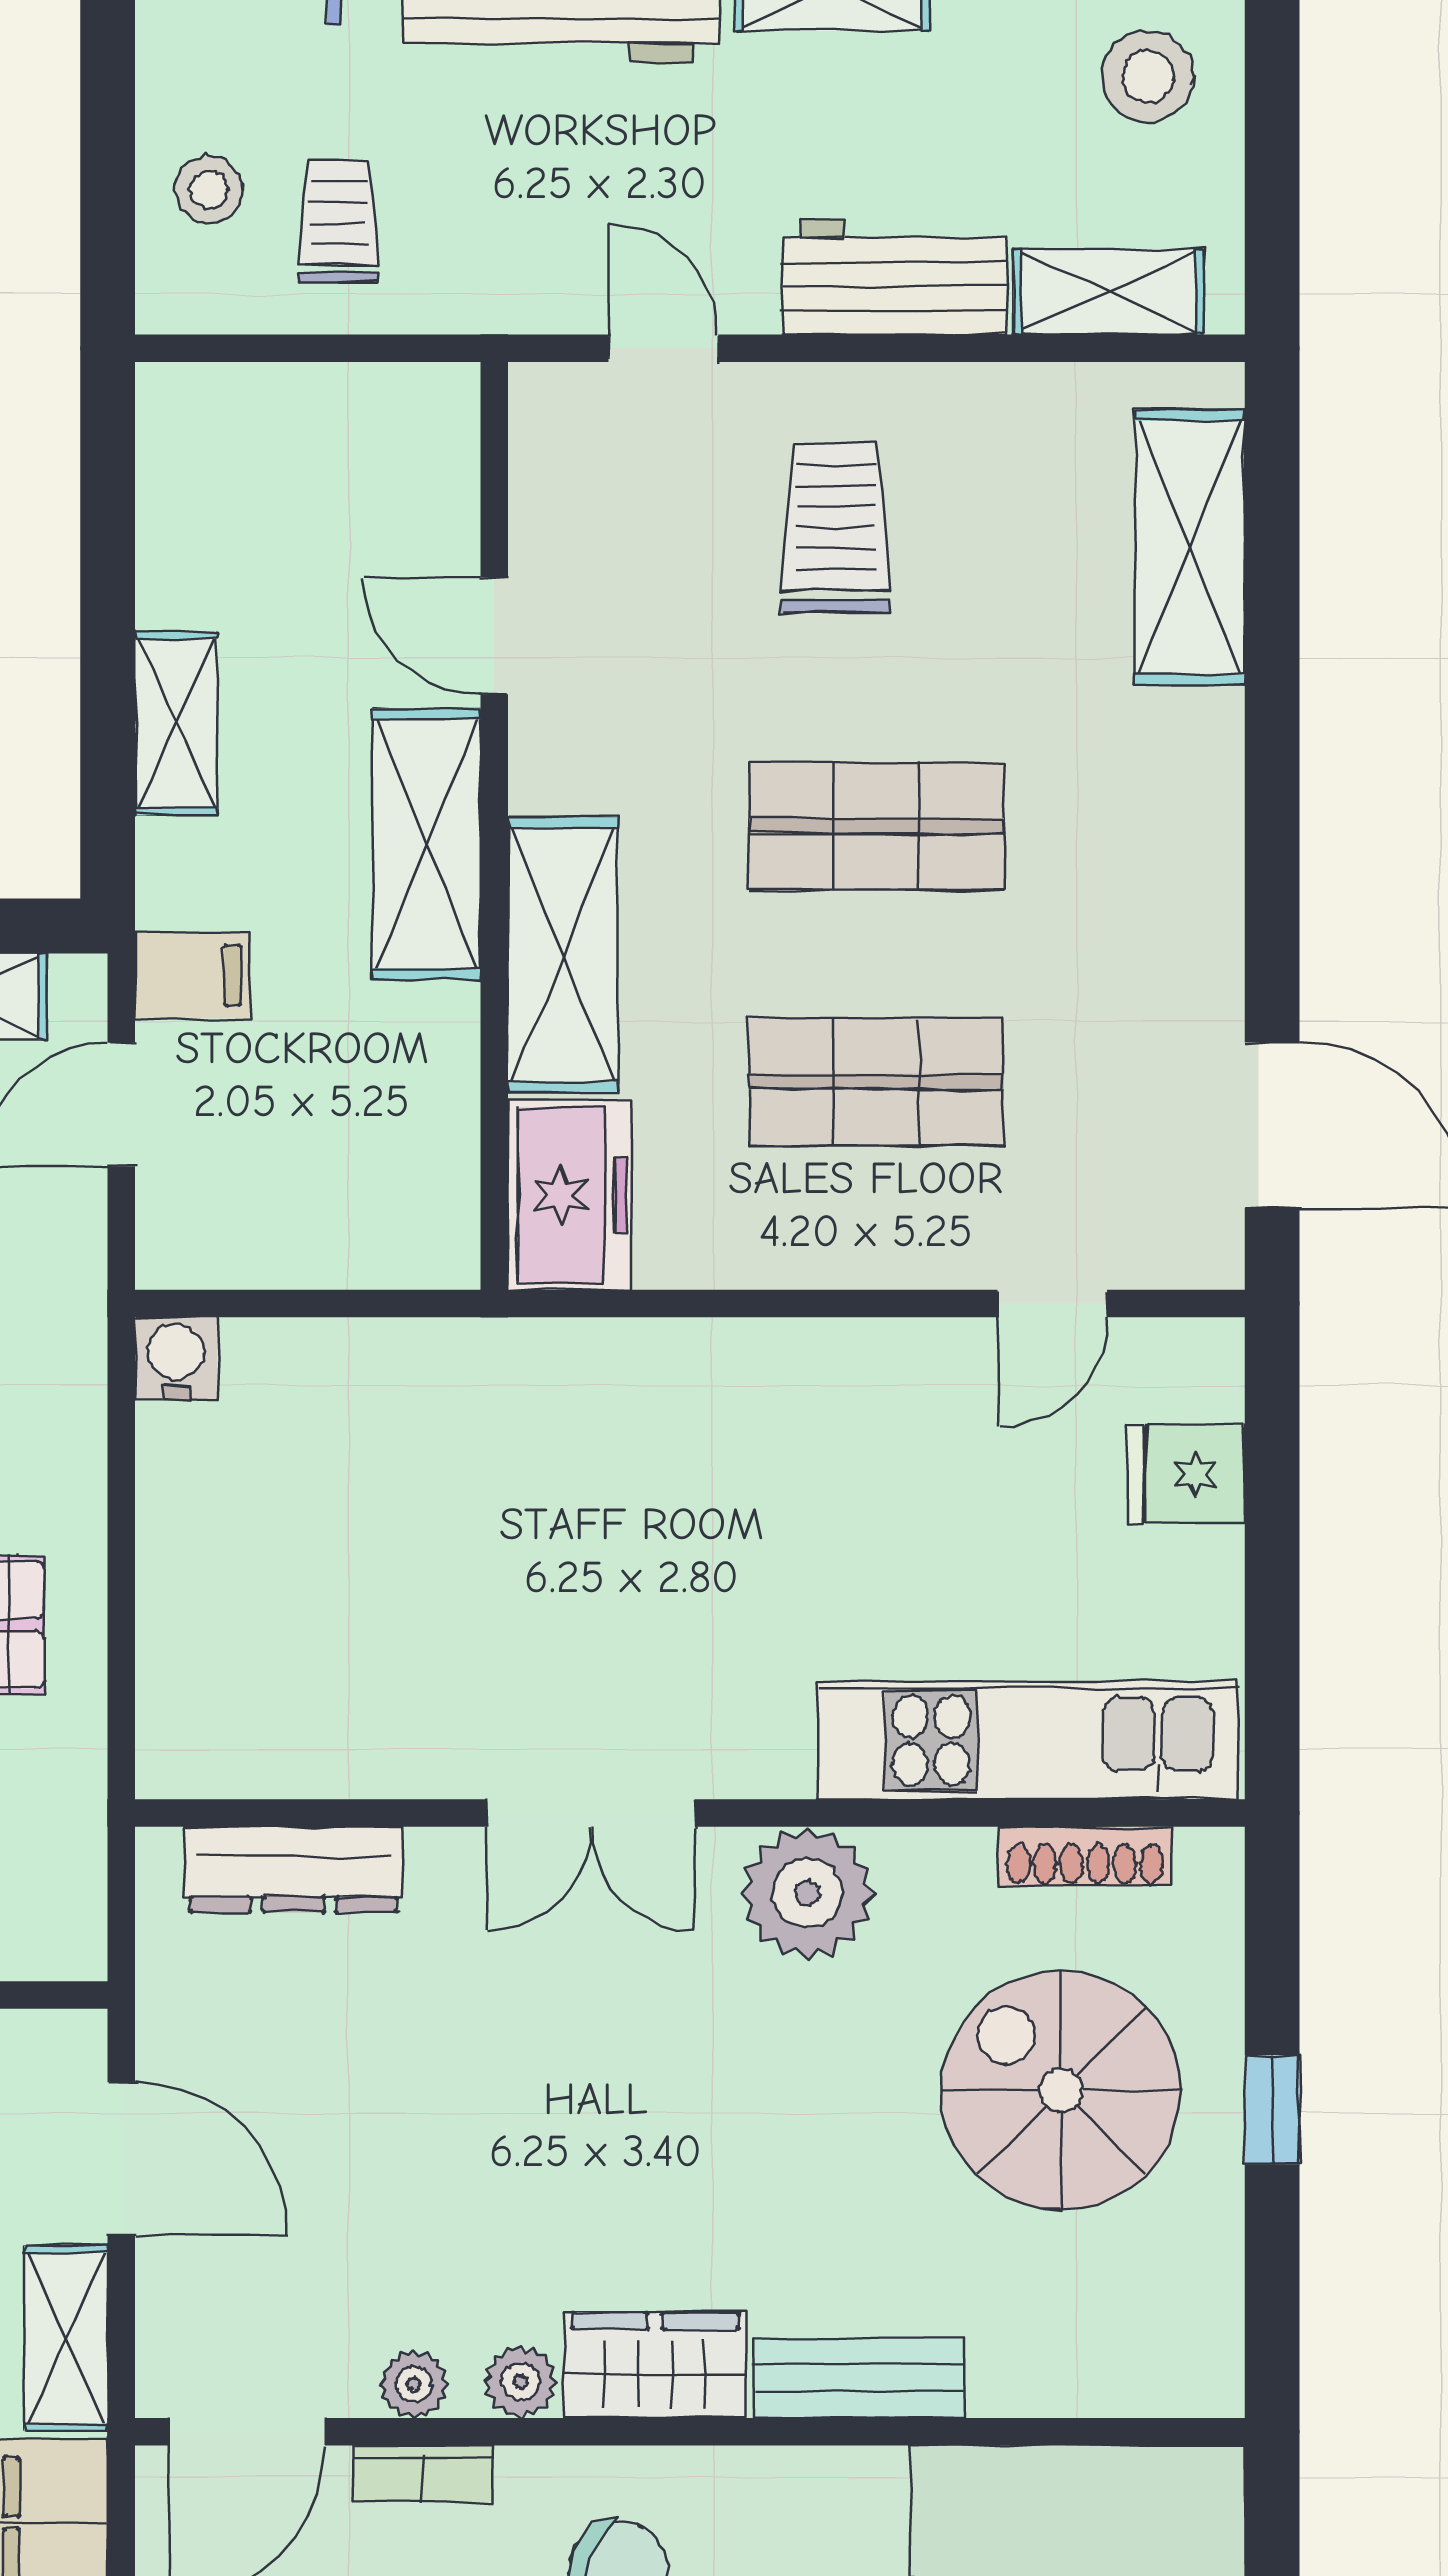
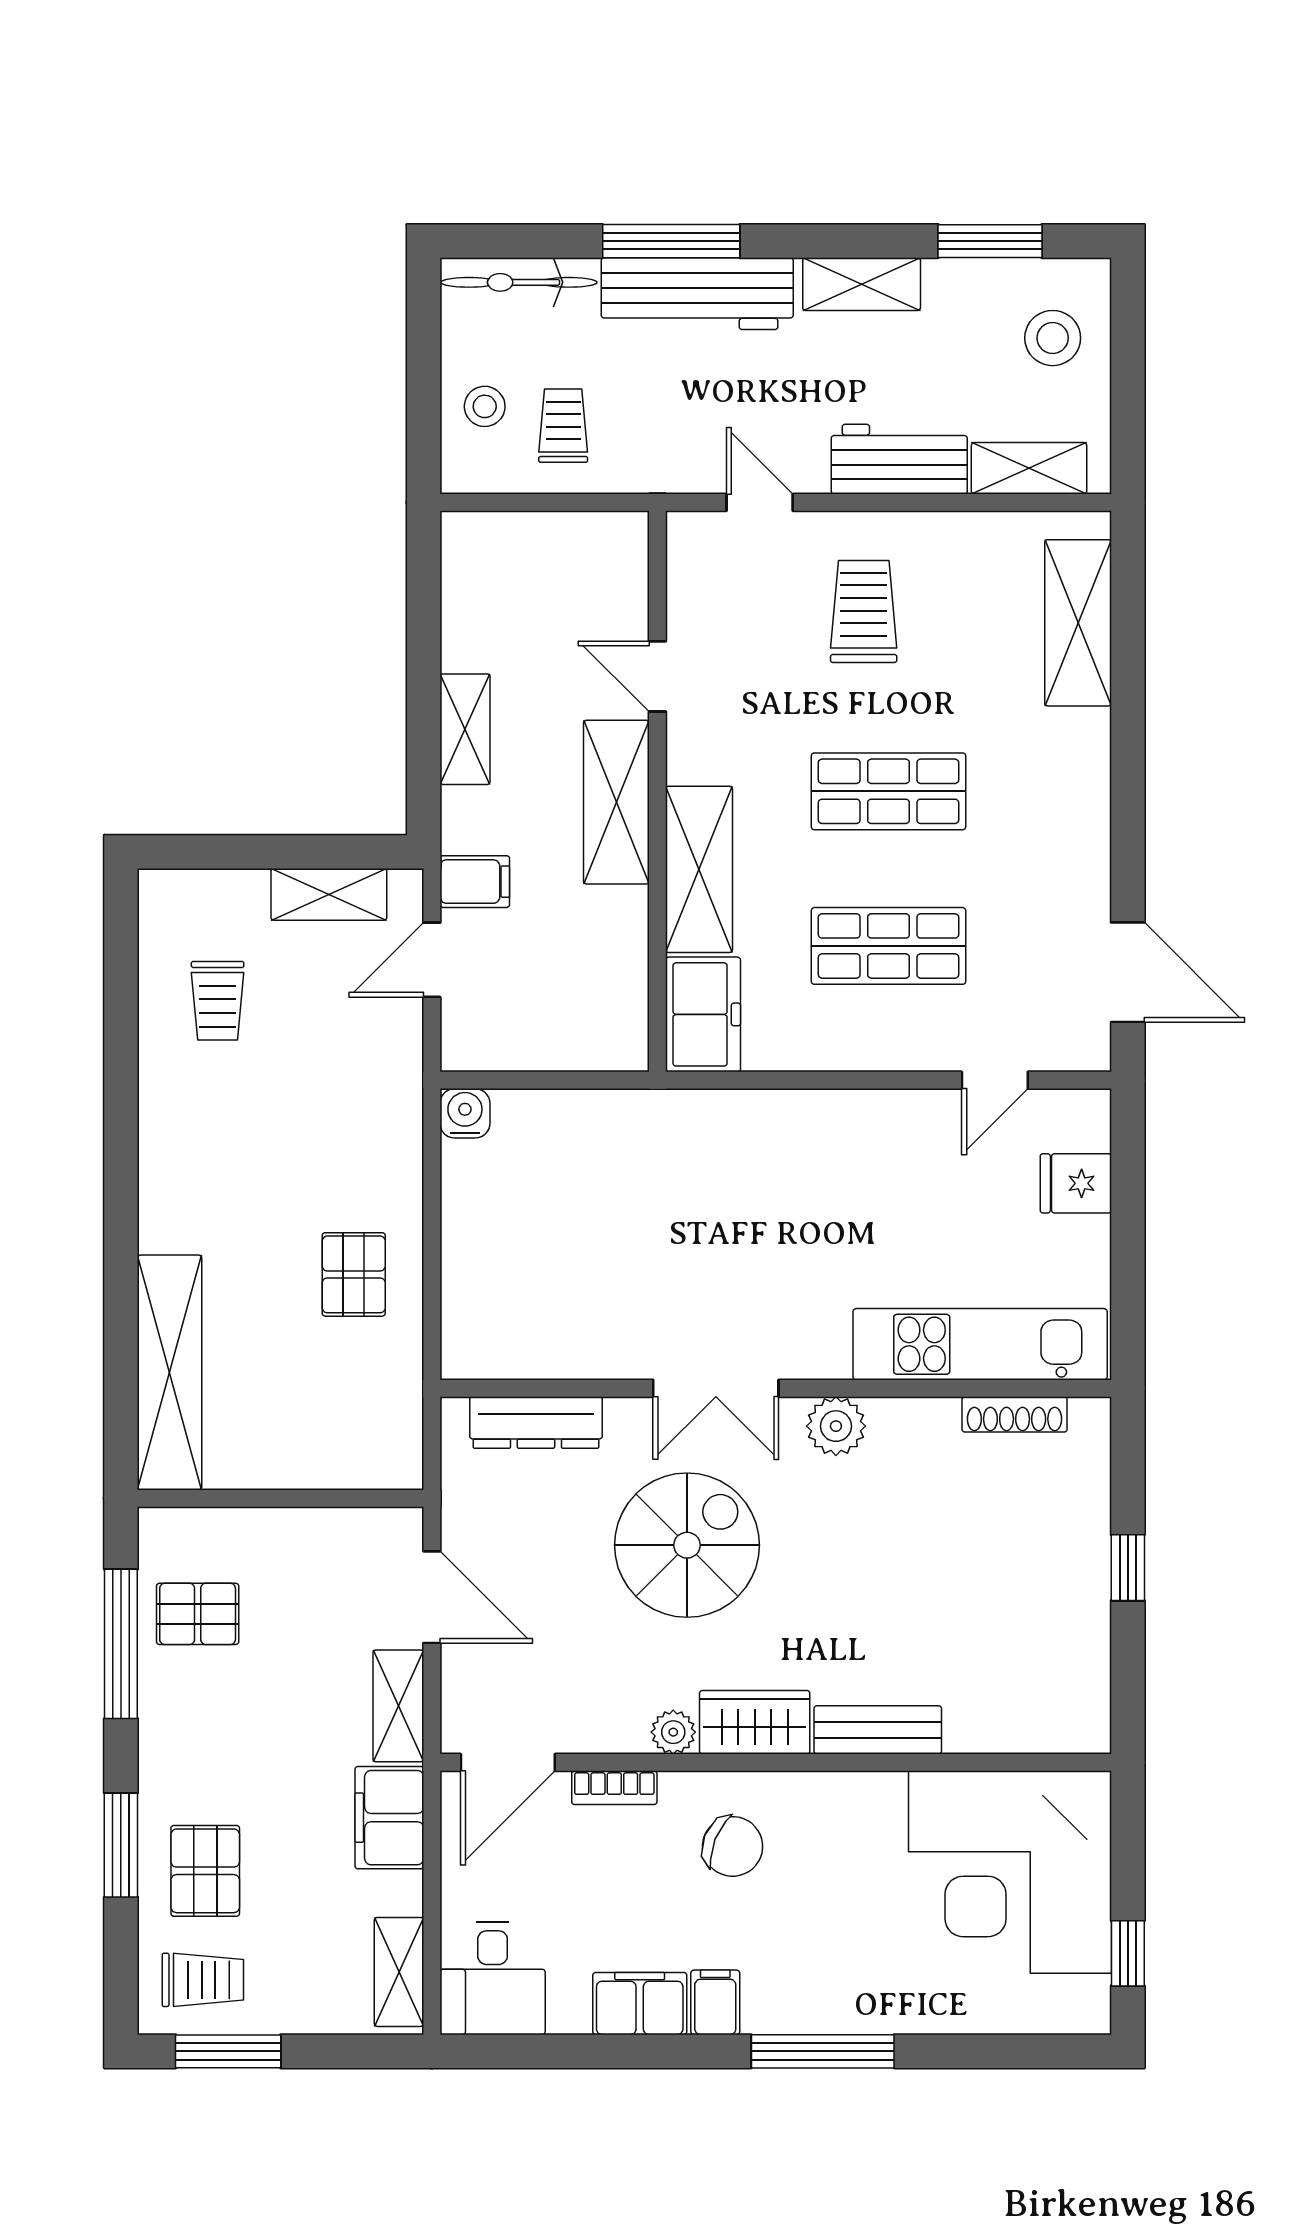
plant: (807, 1893) -> (836, 1426), width x0.73, depth x0.73
spiral stairs: (1061, 2091) -> (687, 1545), moved, turned 90
plant: (414, 2384) -> (609, 1734), removed

